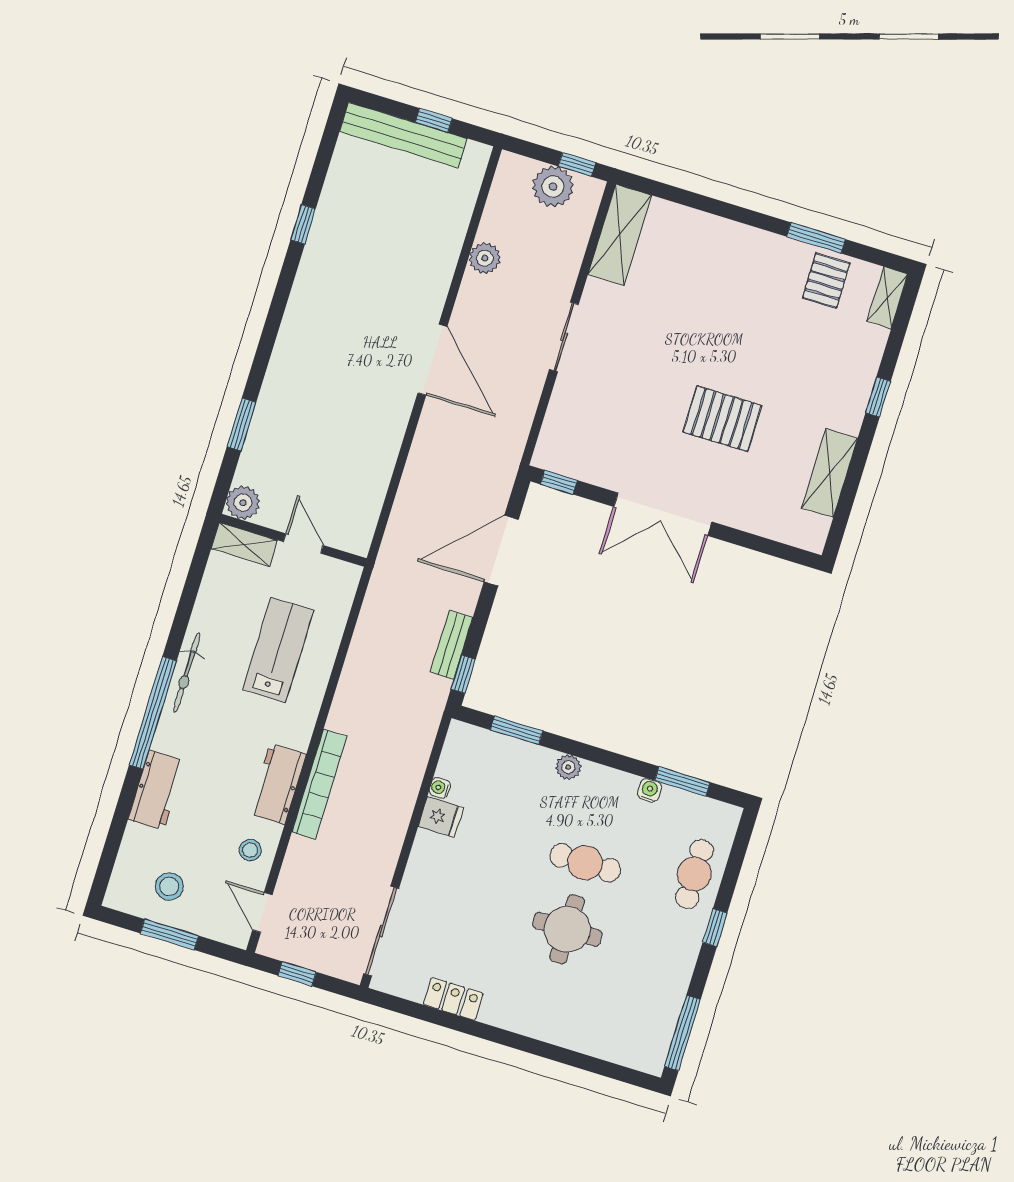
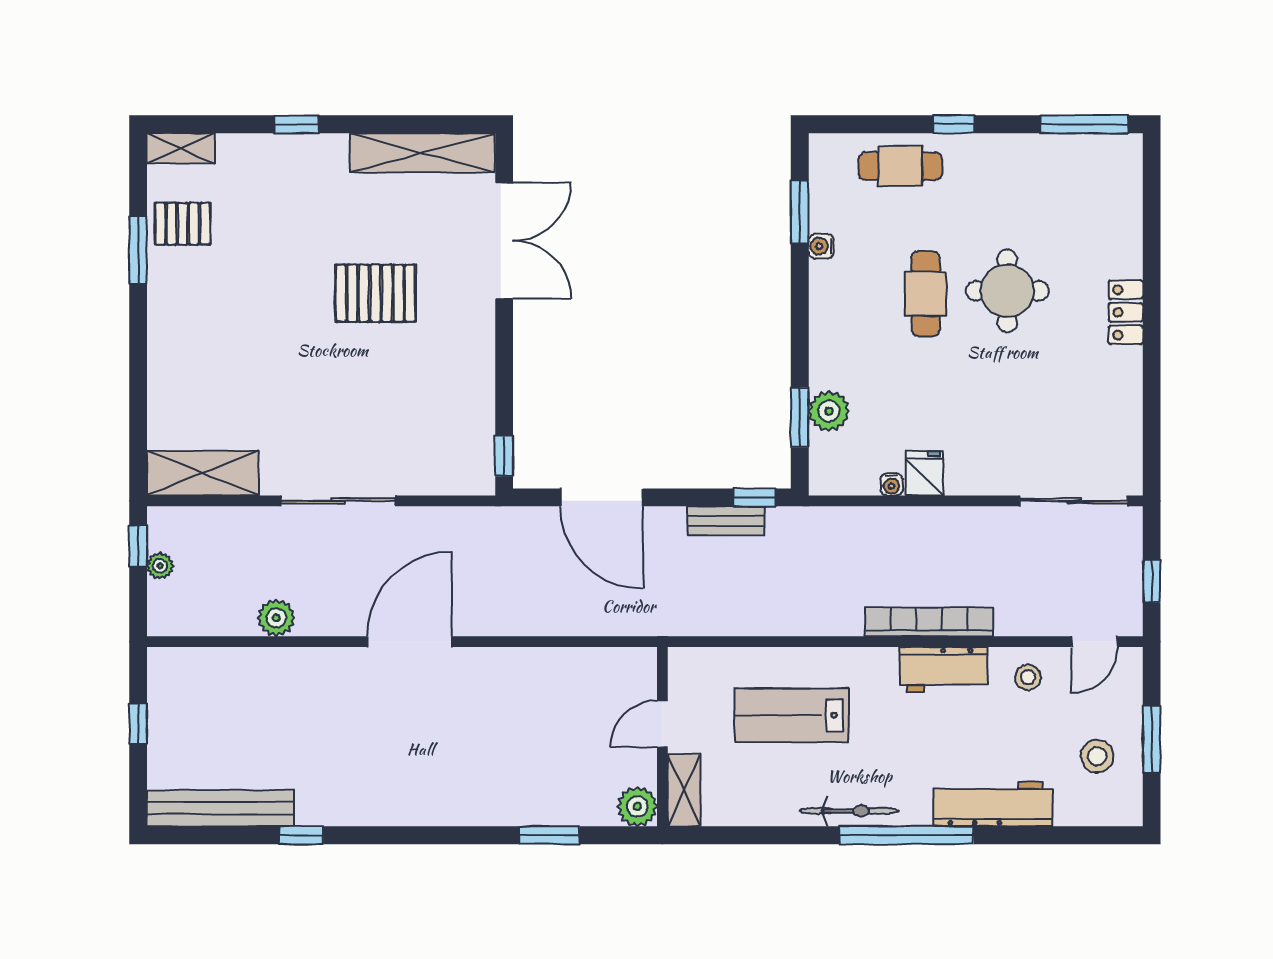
bench: (403, 135) -> (220, 808), moved, turned 90
plant: (553, 187) -> (160, 566), width x0.53, depth x0.53
sliding door: (564, 337) -> (338, 501), width x1.37
pallet: (722, 419) -> (375, 293), turned 90
shelving: (830, 473) -> (422, 153), width x1.47
double door: (663, 514) -> (504, 241), moved
plant: (568, 767) -> (829, 411), moved, width x1.38, depth x1.38
workbench: (157, 790) -> (993, 804), width x1.38
locker: (453, 999) -> (1126, 312), moved

